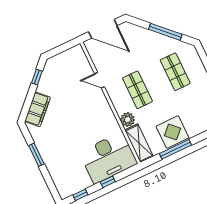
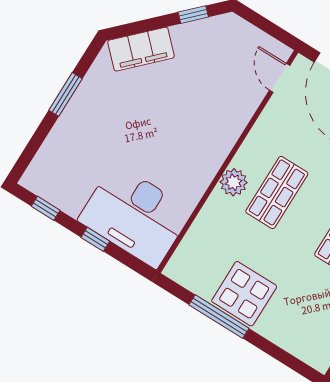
door: (99, 80) -> (280, 78), moved
plant: (128, 120) -> (234, 182), moved
shelving: (139, 143) -> (191, 251), removed

